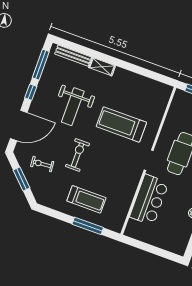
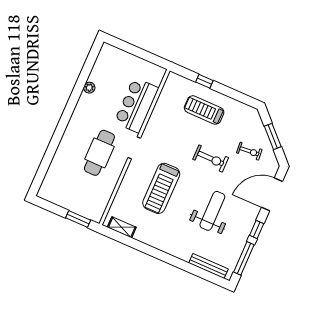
shelving: (102, 67) -> (122, 227), moved
treadmill: (121, 124) -> (161, 188), turned 90
exercise bike: (77, 155) -> (211, 158), turned -90
window: (88, 226) -> (204, 81), width x0.46

